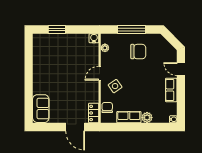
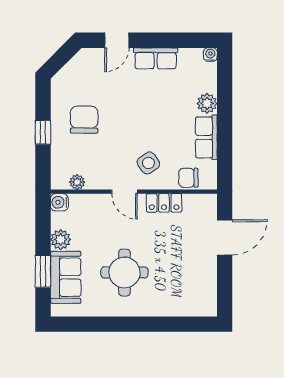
window: (132, 29) -> (43, 132), width x0.46
plant: (74, 39) -> (61, 239), added
round table: (56, 73) -> (124, 273), added
sofa: (41, 109) -> (66, 277), moved, turned 90
locker: (94, 113) -> (164, 203), moved

